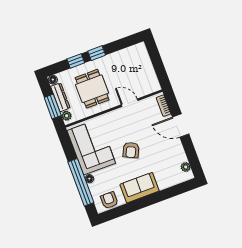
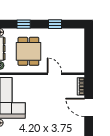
window: (97, 53) -> (55, 24), moved
armchair: (131, 150) -> (41, 112), removed

